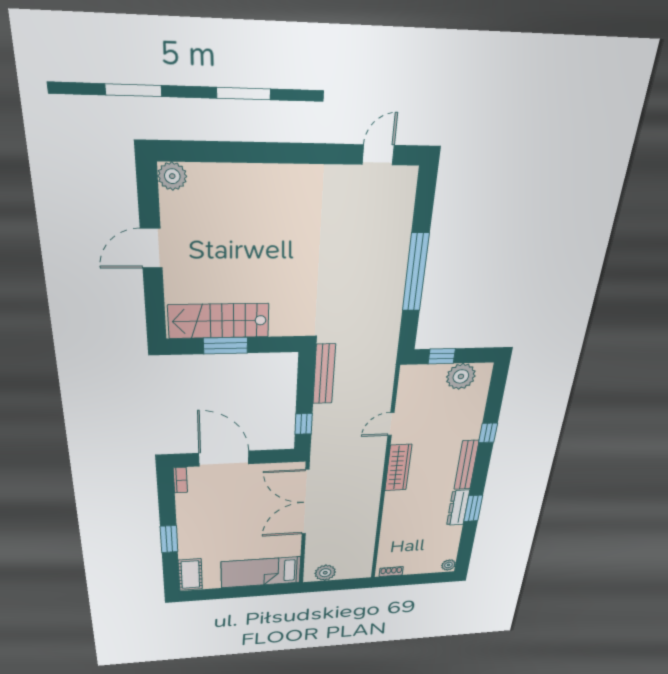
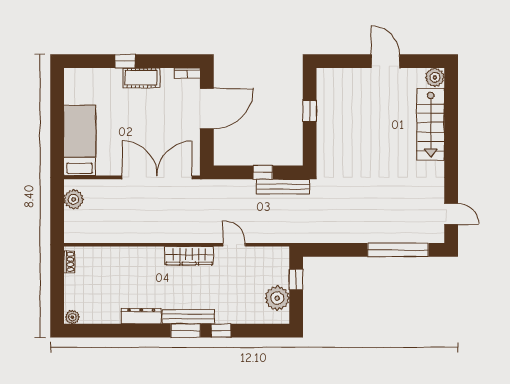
window: (416, 272) -> (398, 250), moved
stairs: (219, 321) -> (431, 124), moved, turned 180
window: (226, 346) -> (310, 111), width x0.67
window: (304, 424) -> (263, 172), moved
window: (473, 508) -> (185, 331), moved
window: (169, 539) -> (125, 61), width x0.67
cot: (190, 575) -> (141, 78), moved

